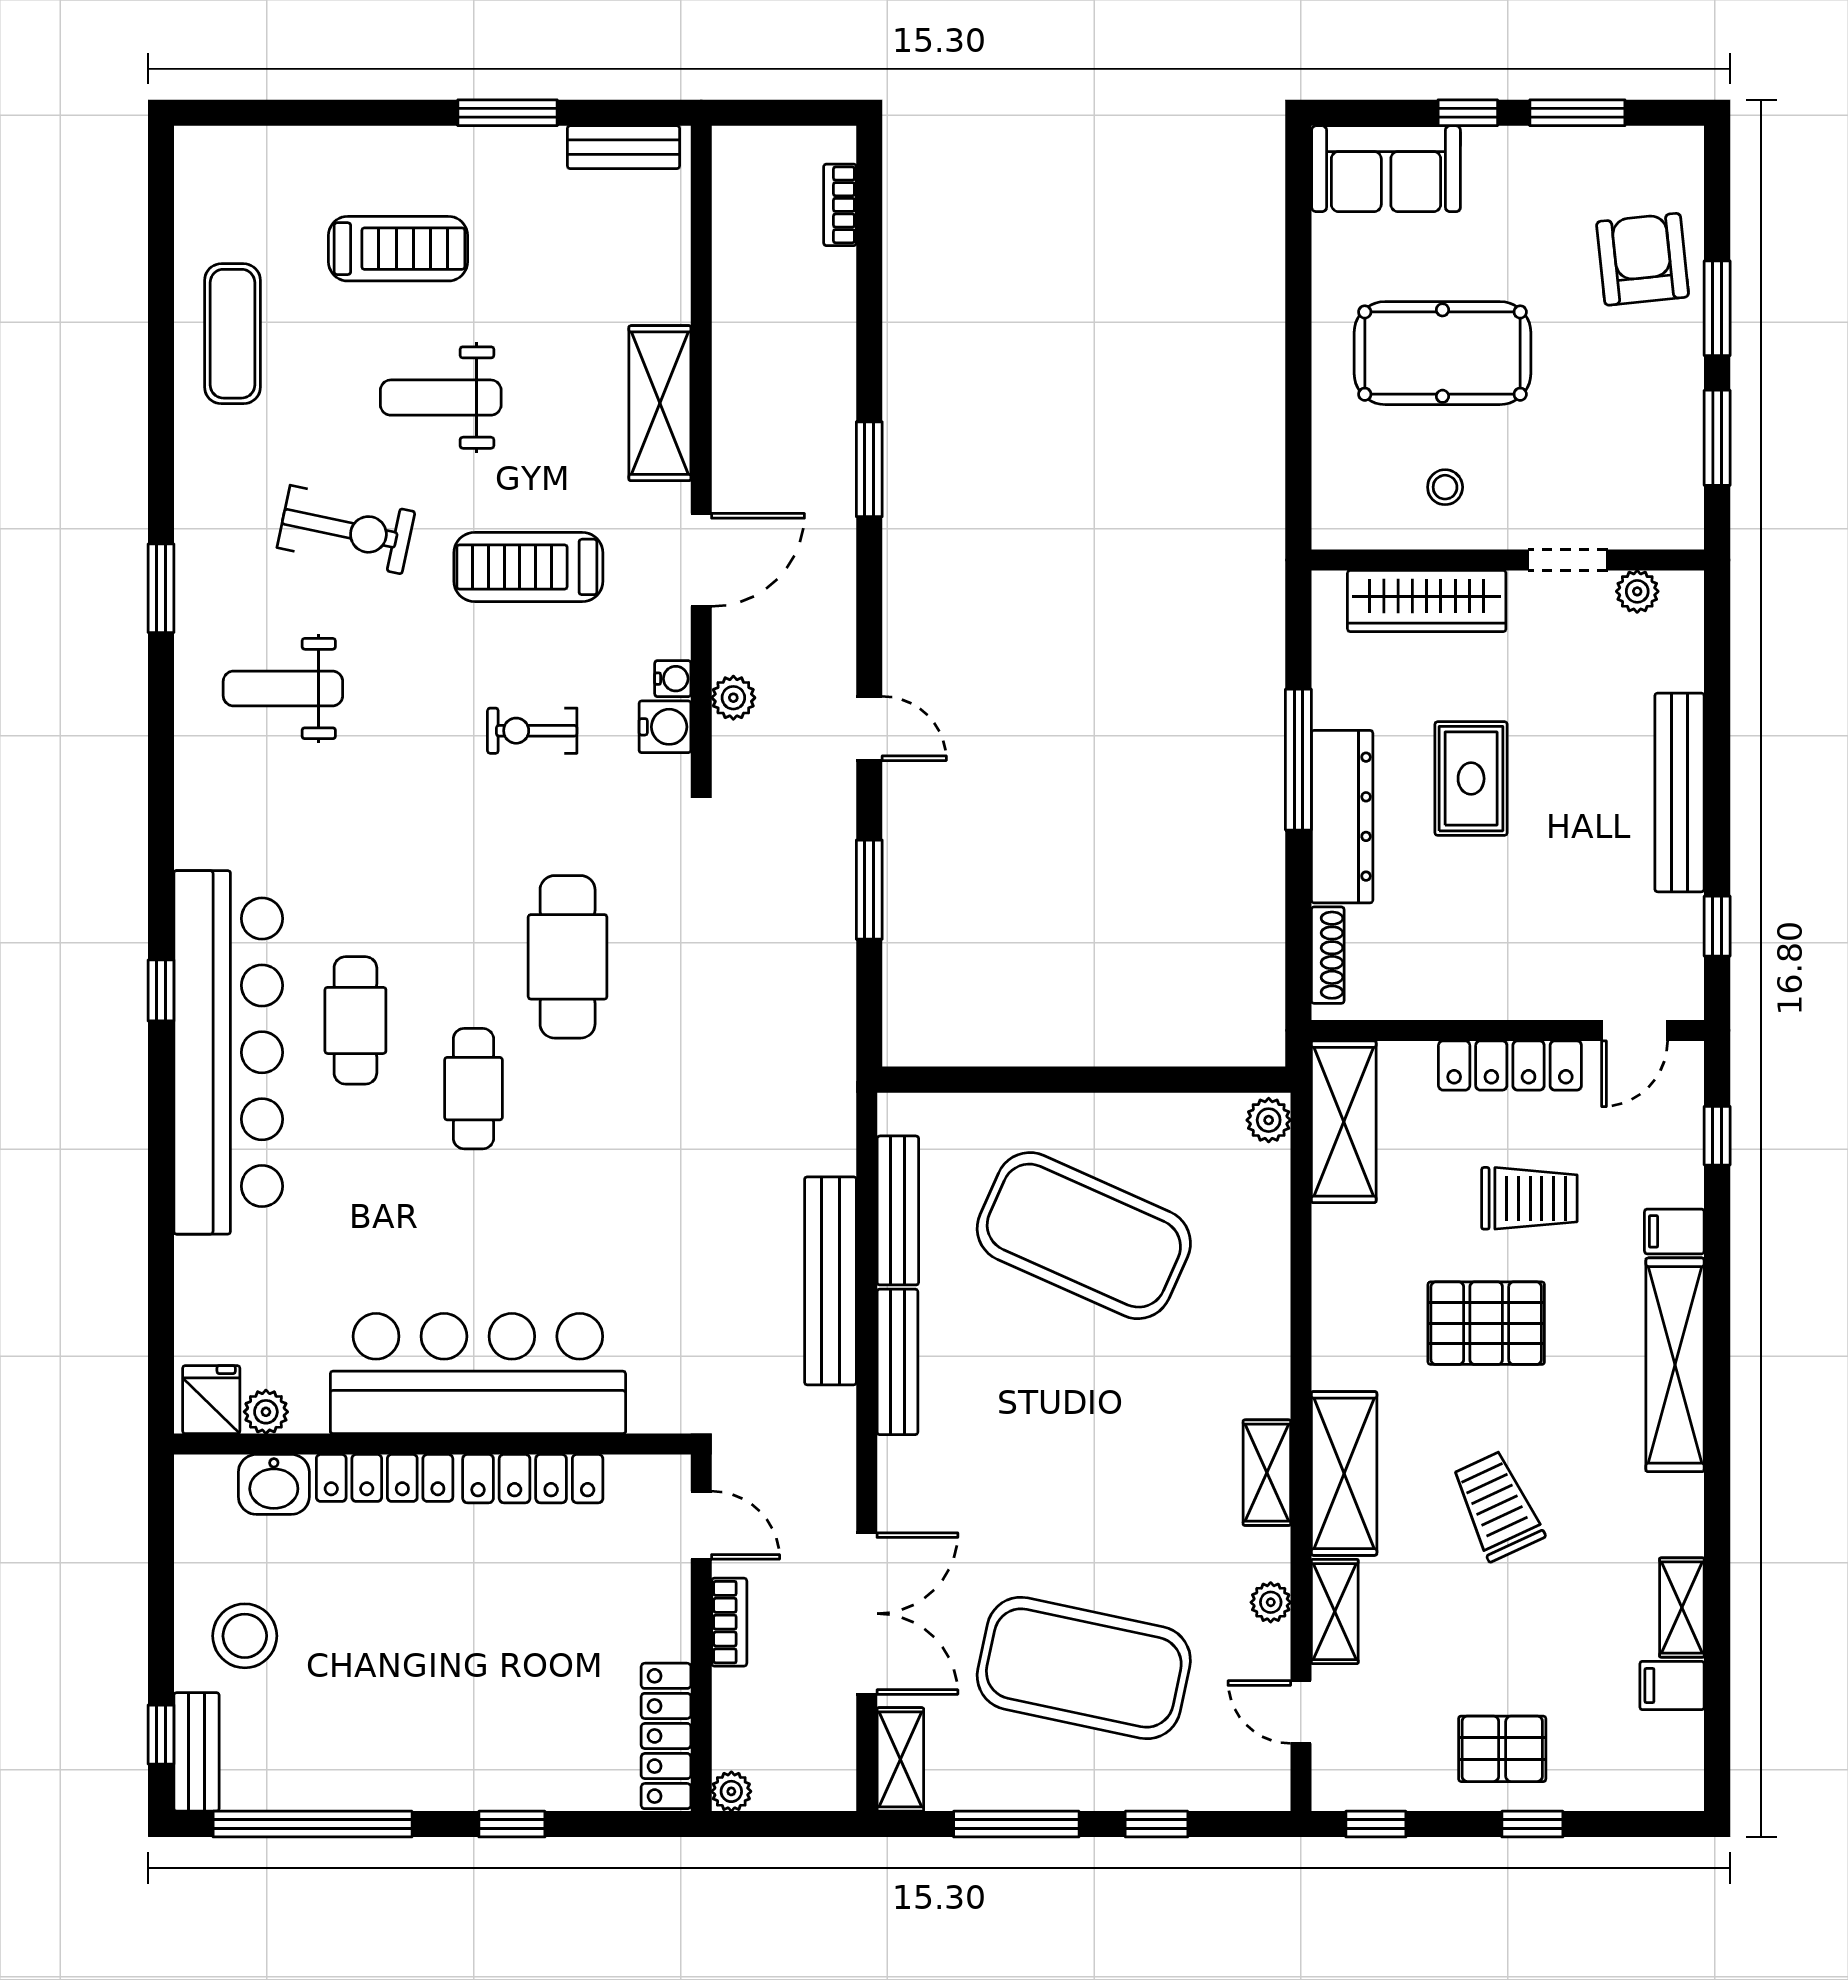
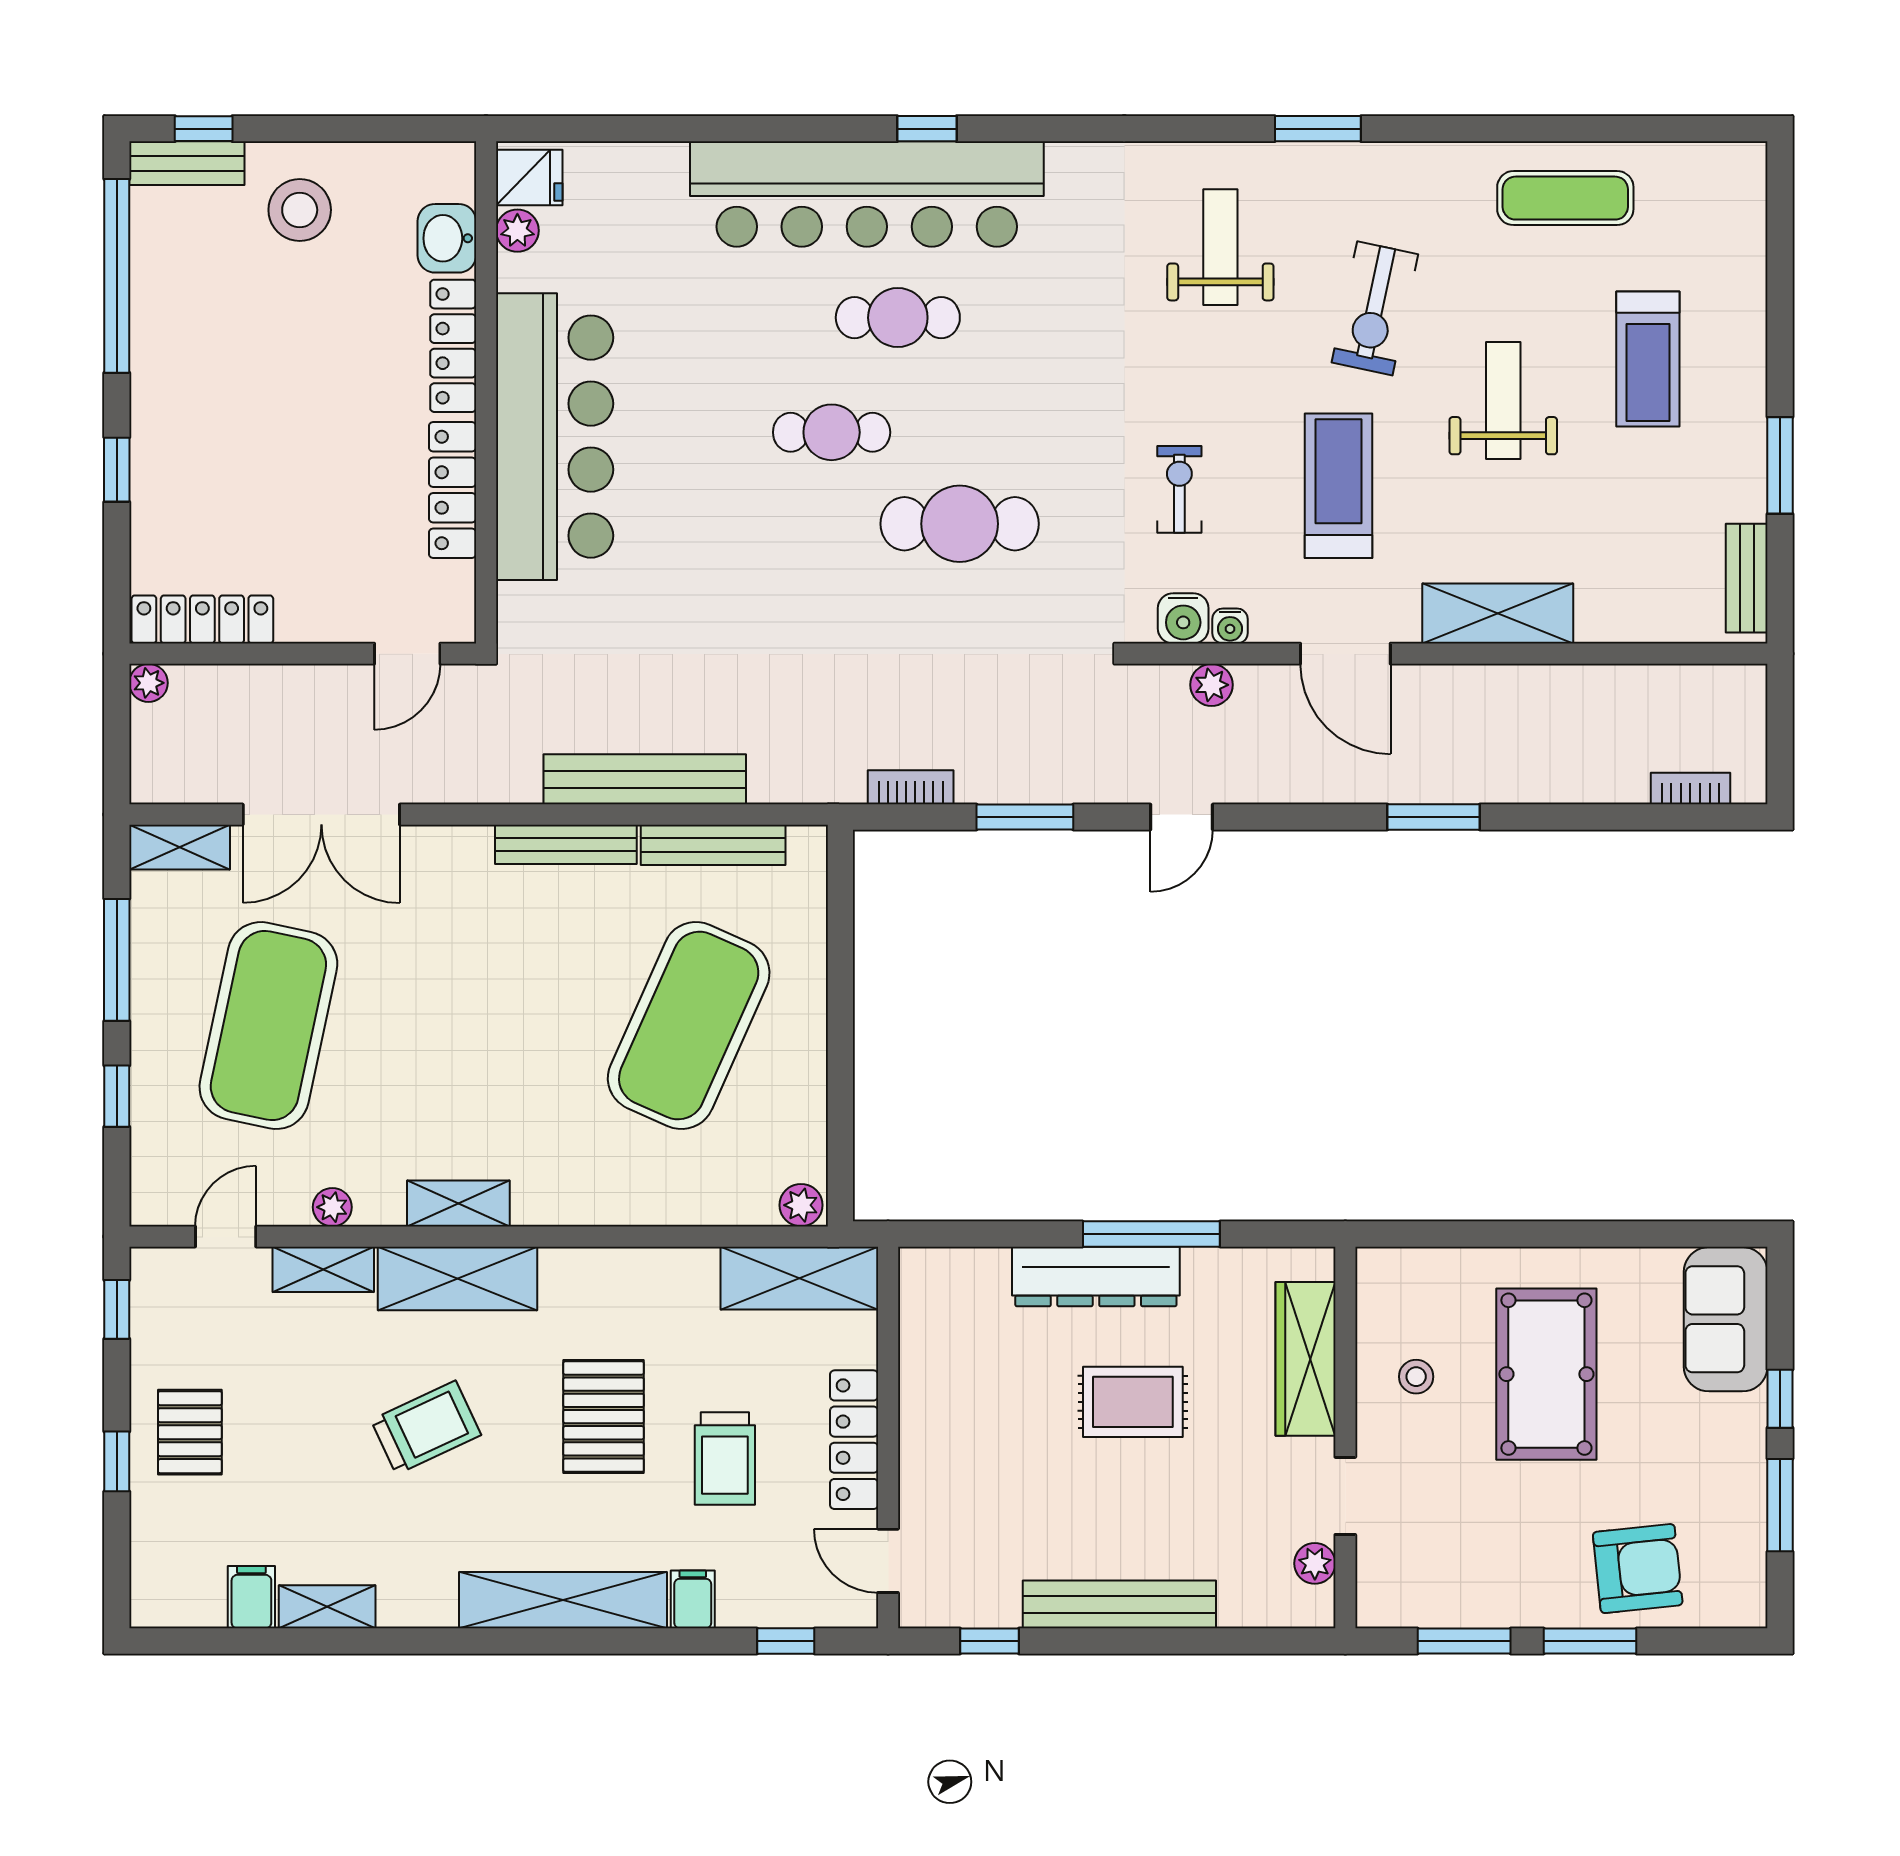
shoe rack: (1328, 955) -> (961, 1263), removed
bookcase: (729, 1622) -> (911, 787), moved, turned 180

